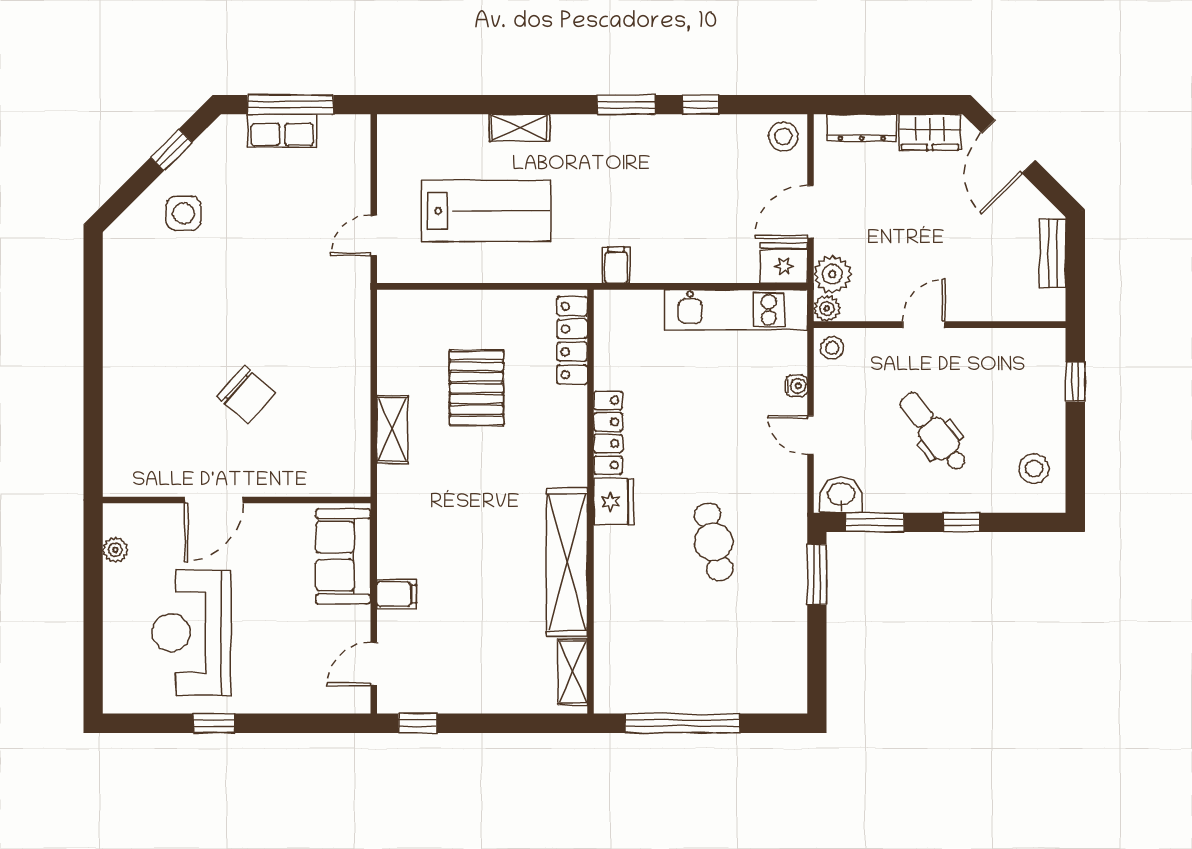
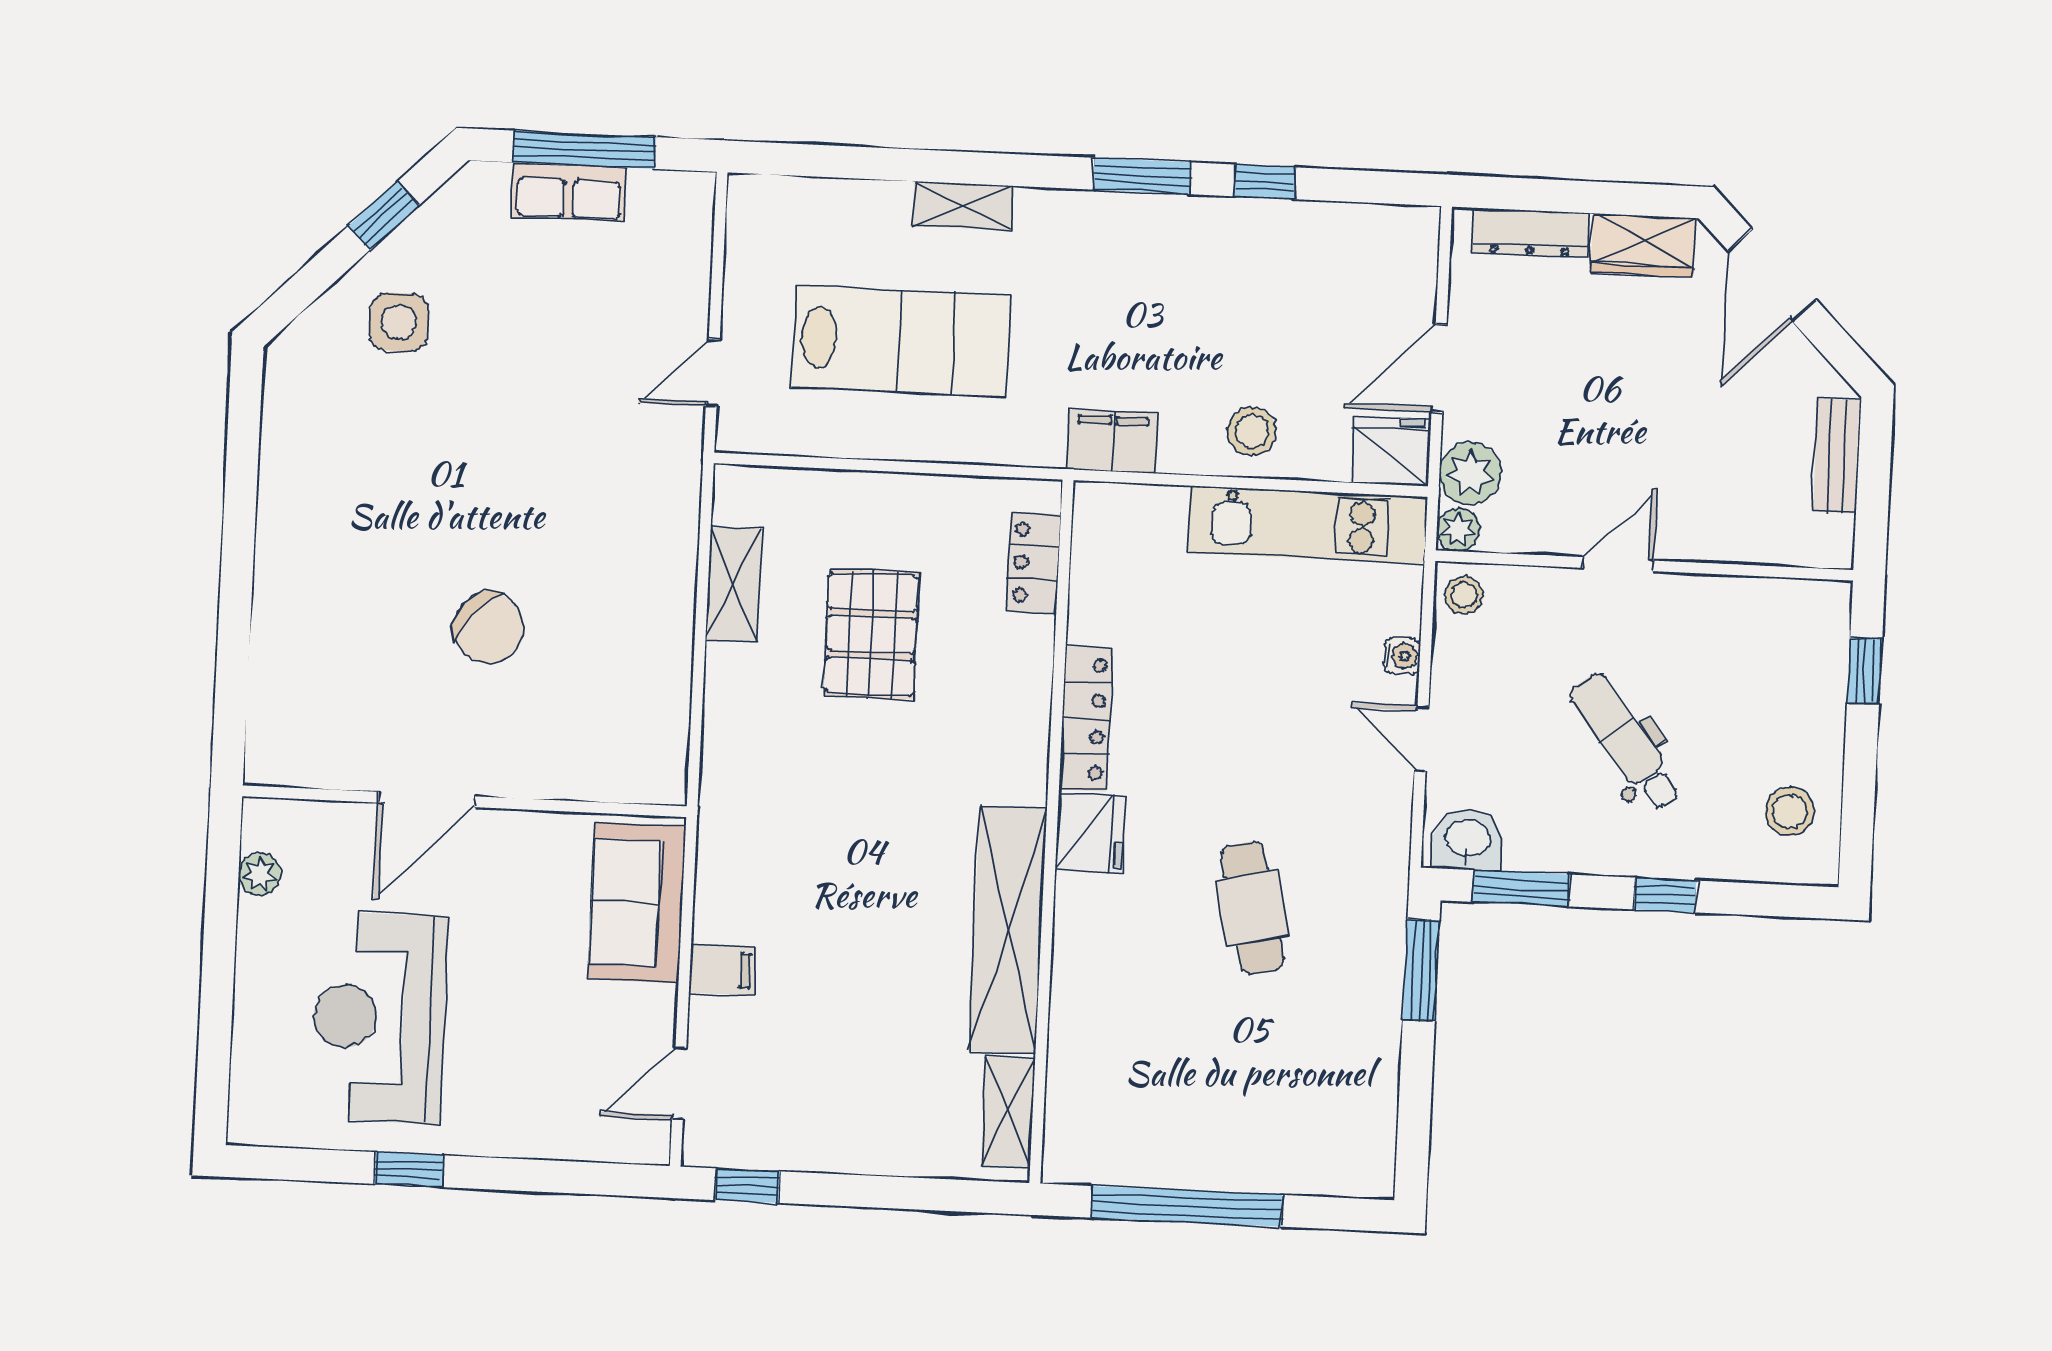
stool: (783, 136) -> (1252, 431), moved
filing cabinet: (616, 265) -> (1112, 441), width x2.00
locker: (572, 340) -> (1034, 563), width x0.66
shelving: (392, 430) -> (733, 585), moved

